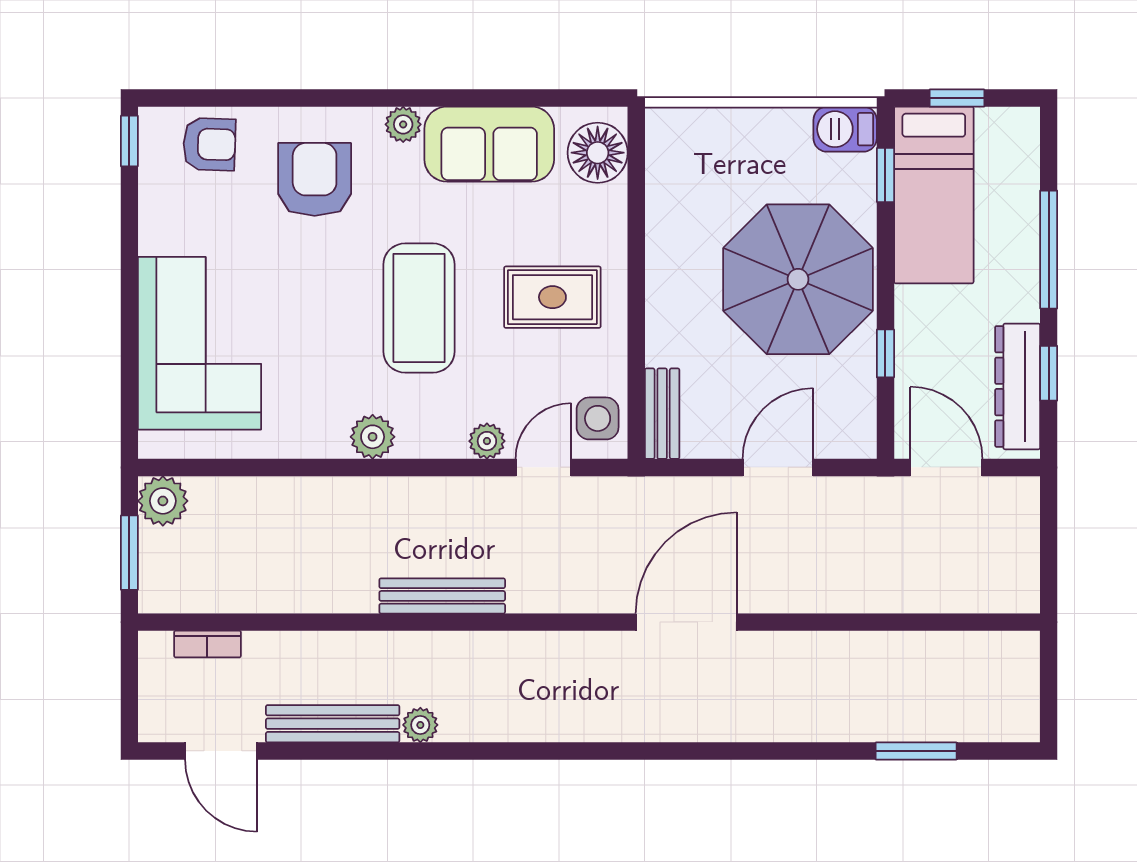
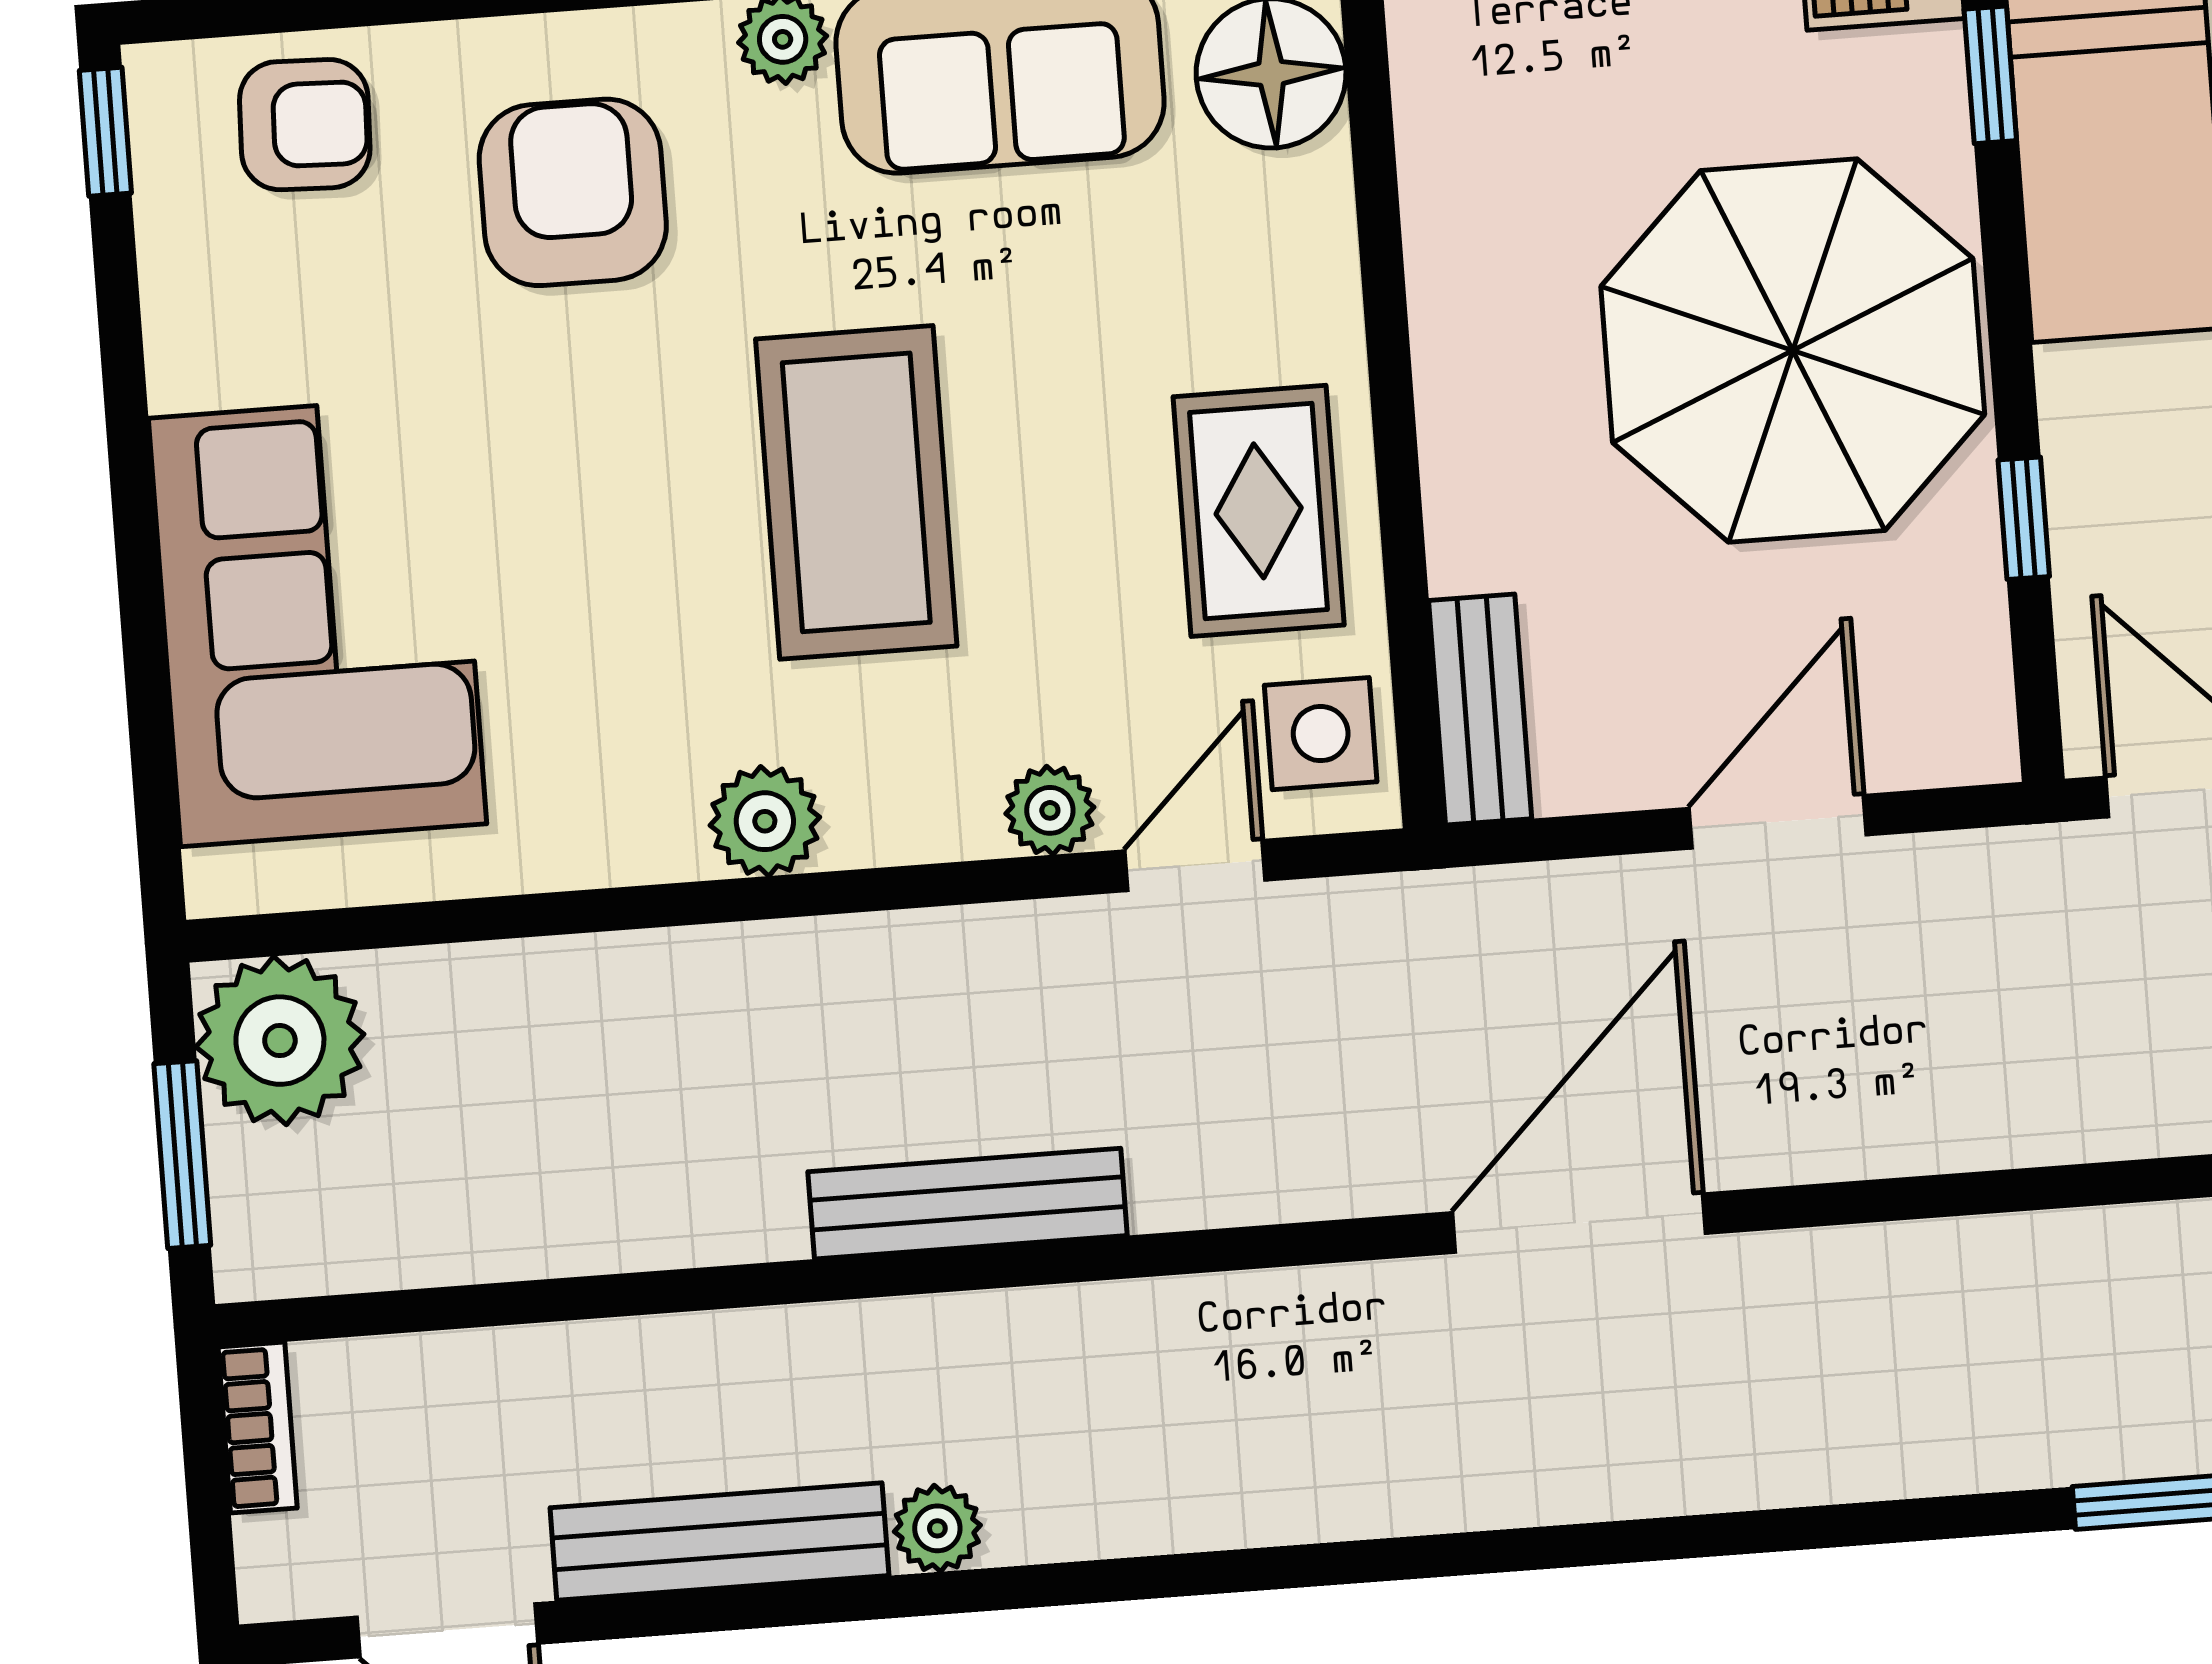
rug: (552, 297) -> (1259, 511), moved, turned 90
plant: (163, 501) -> (280, 1041), width x1.36, depth x1.36
bookcase: (207, 644) -> (258, 1427), moved, turned -90

